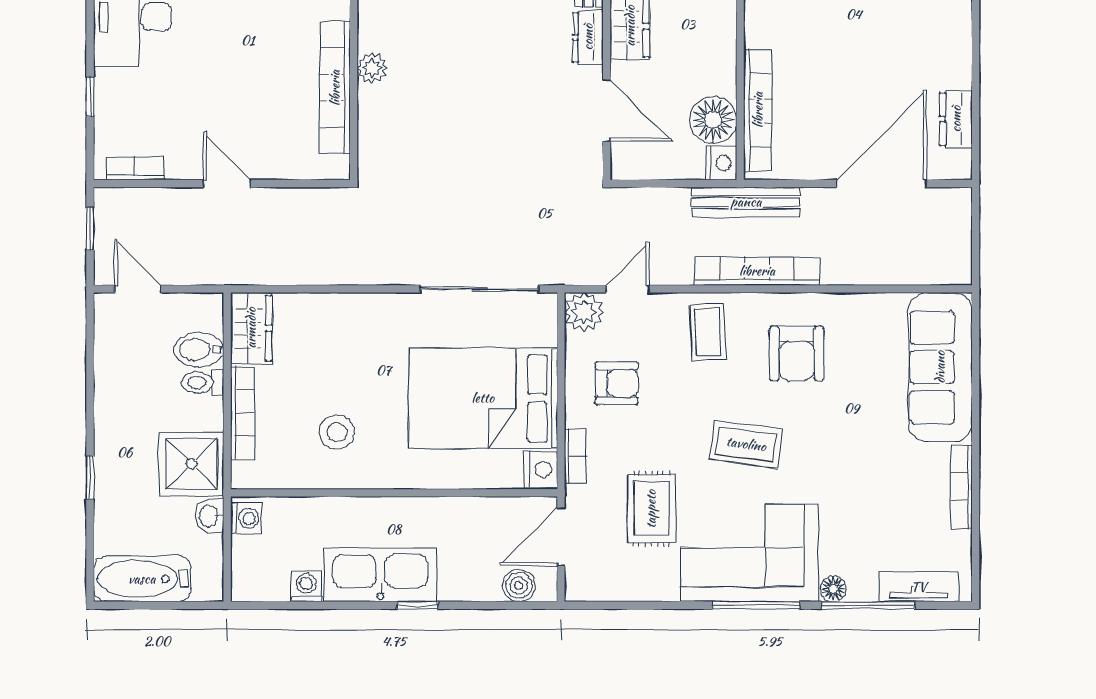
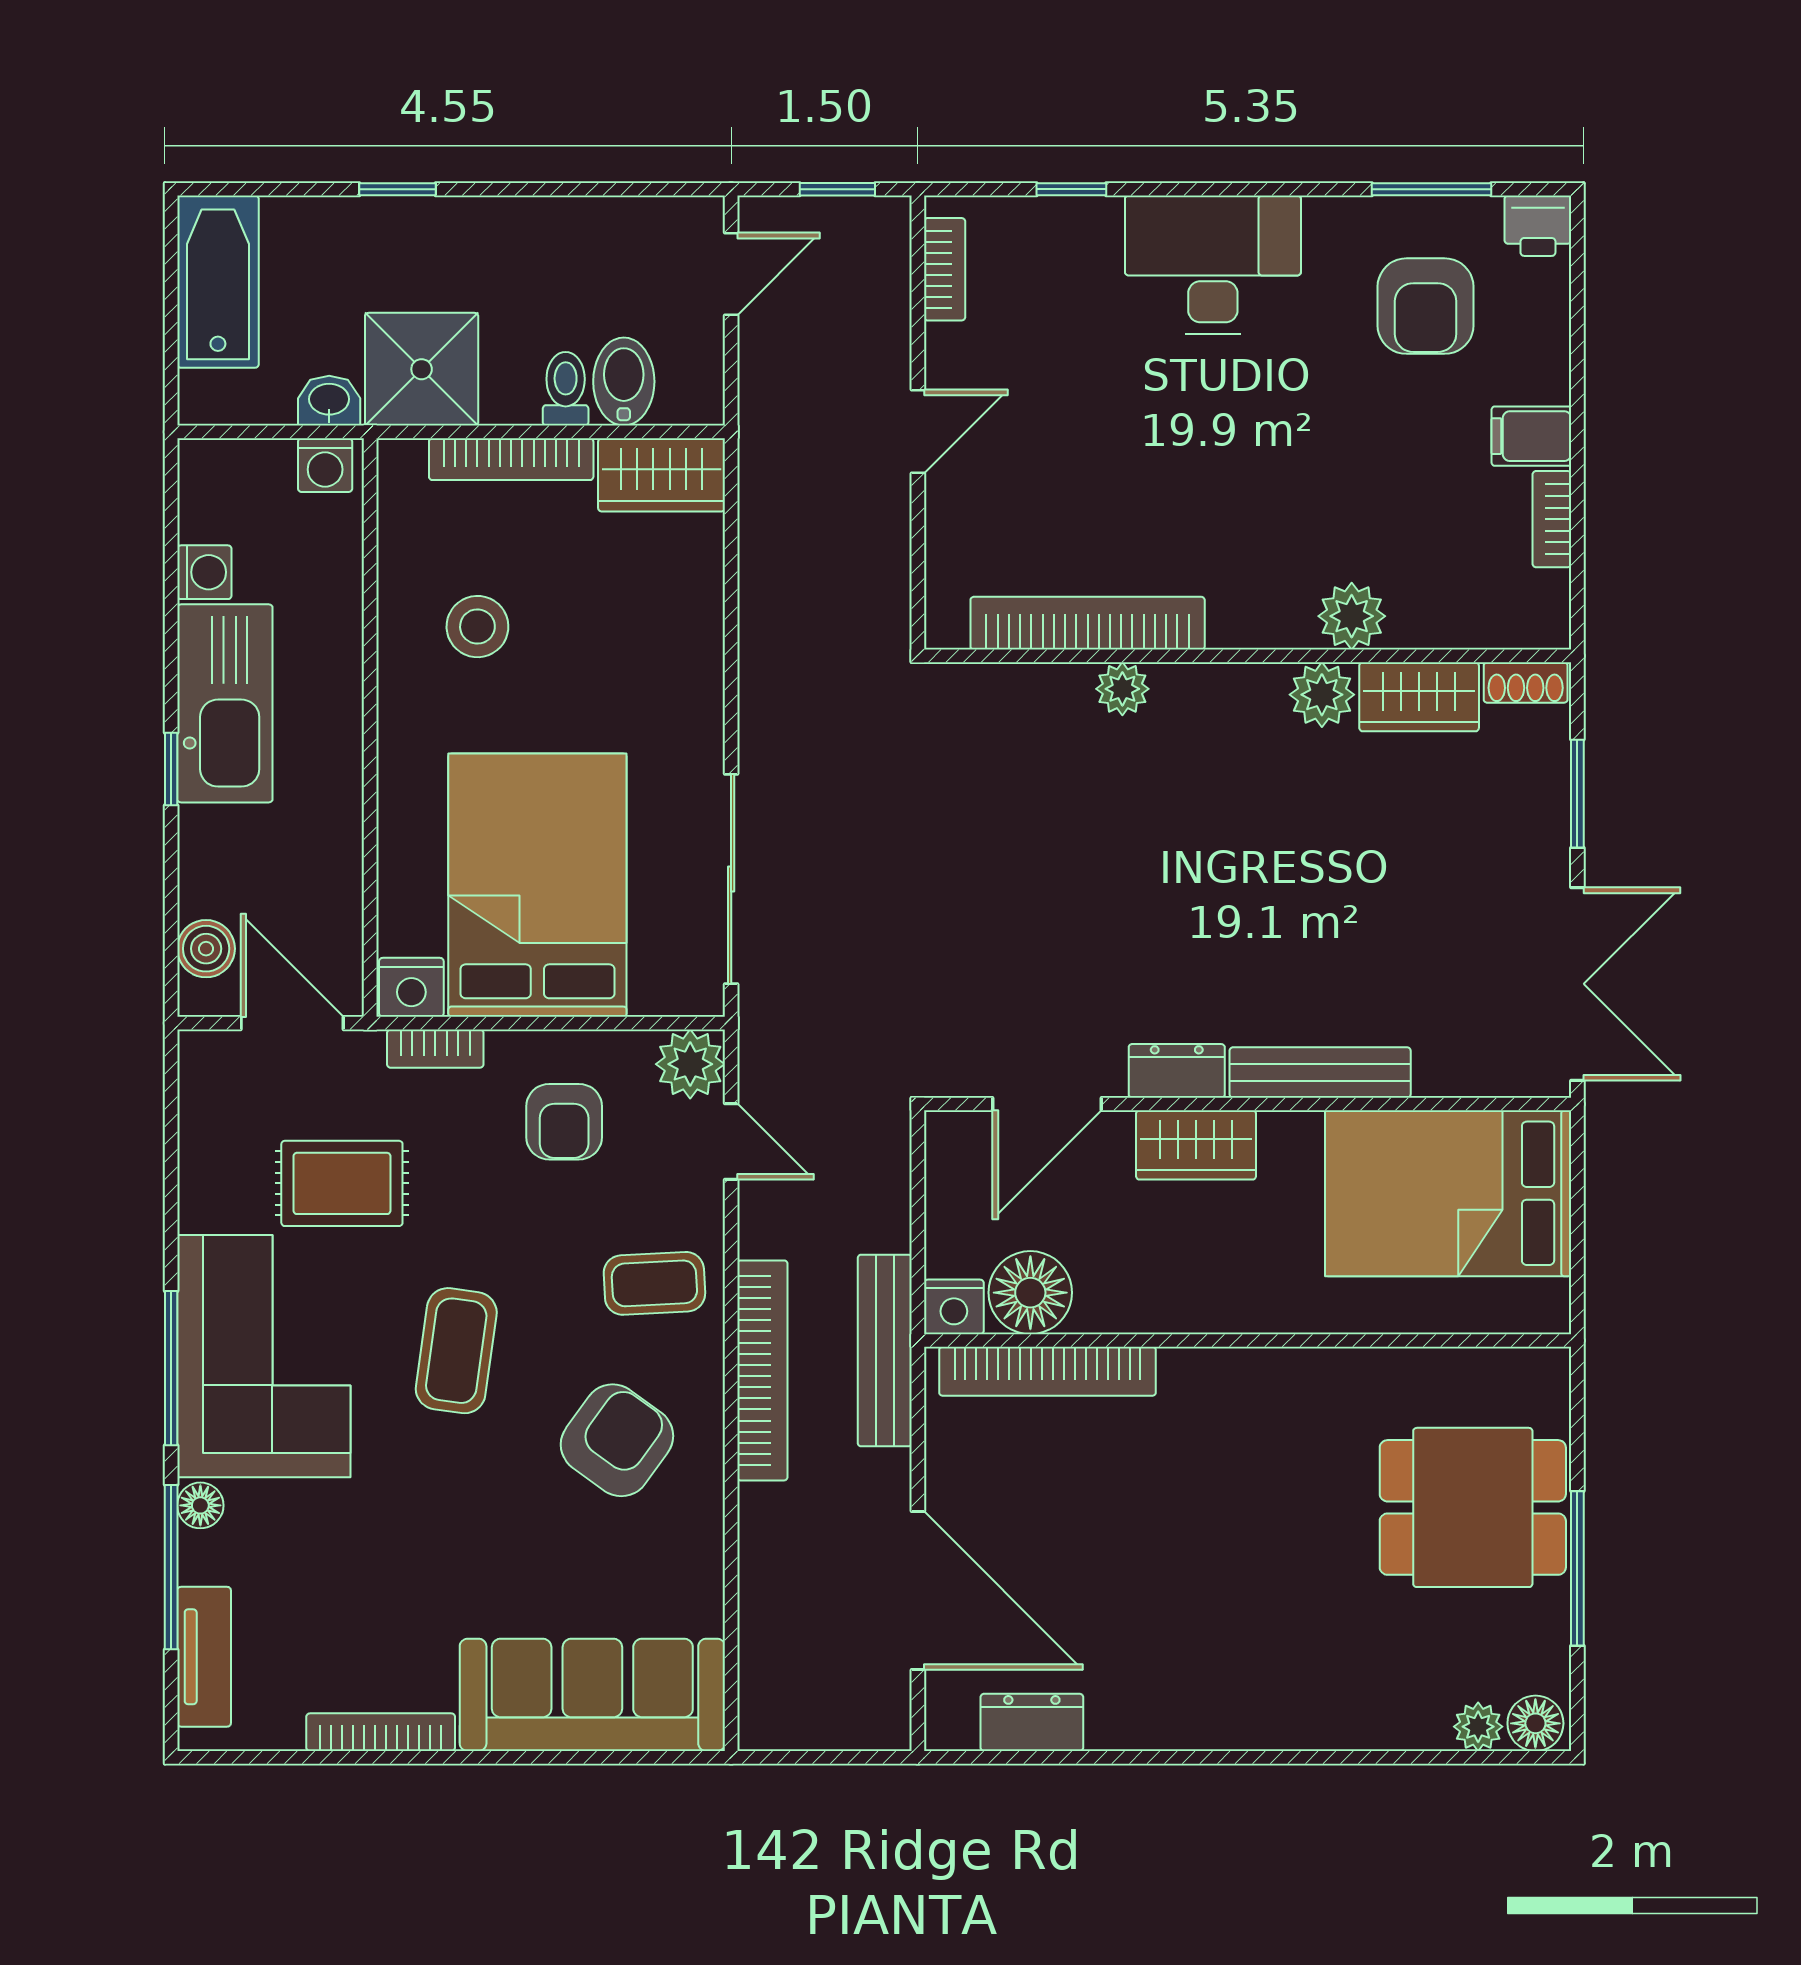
armchair: (797, 353) -> (617, 1440), turned 126

